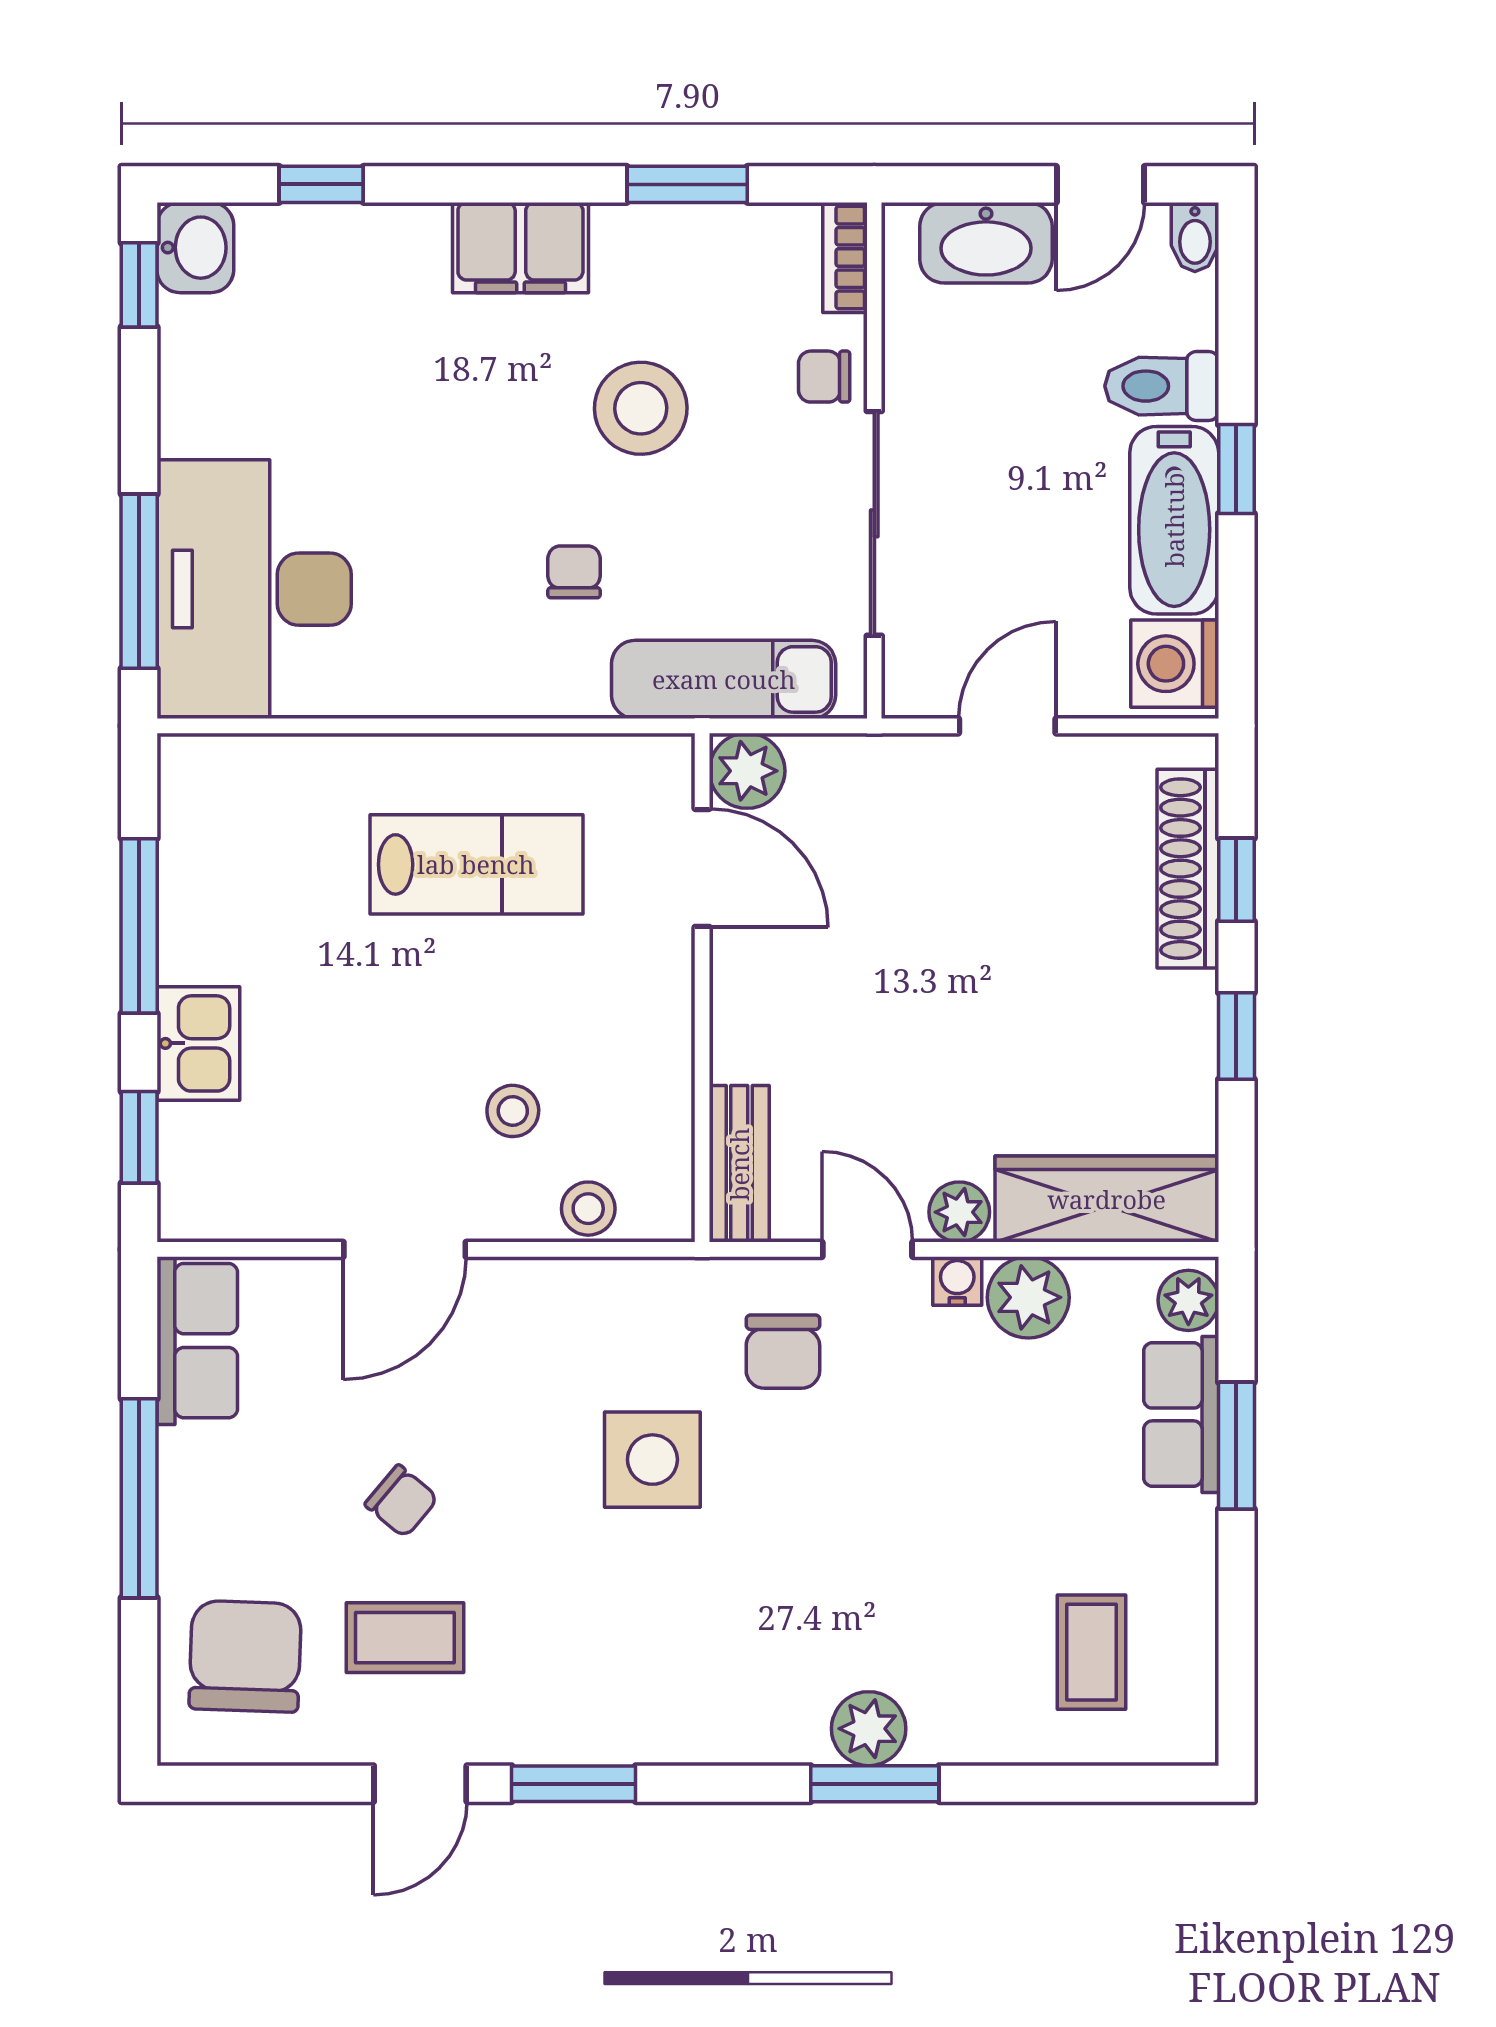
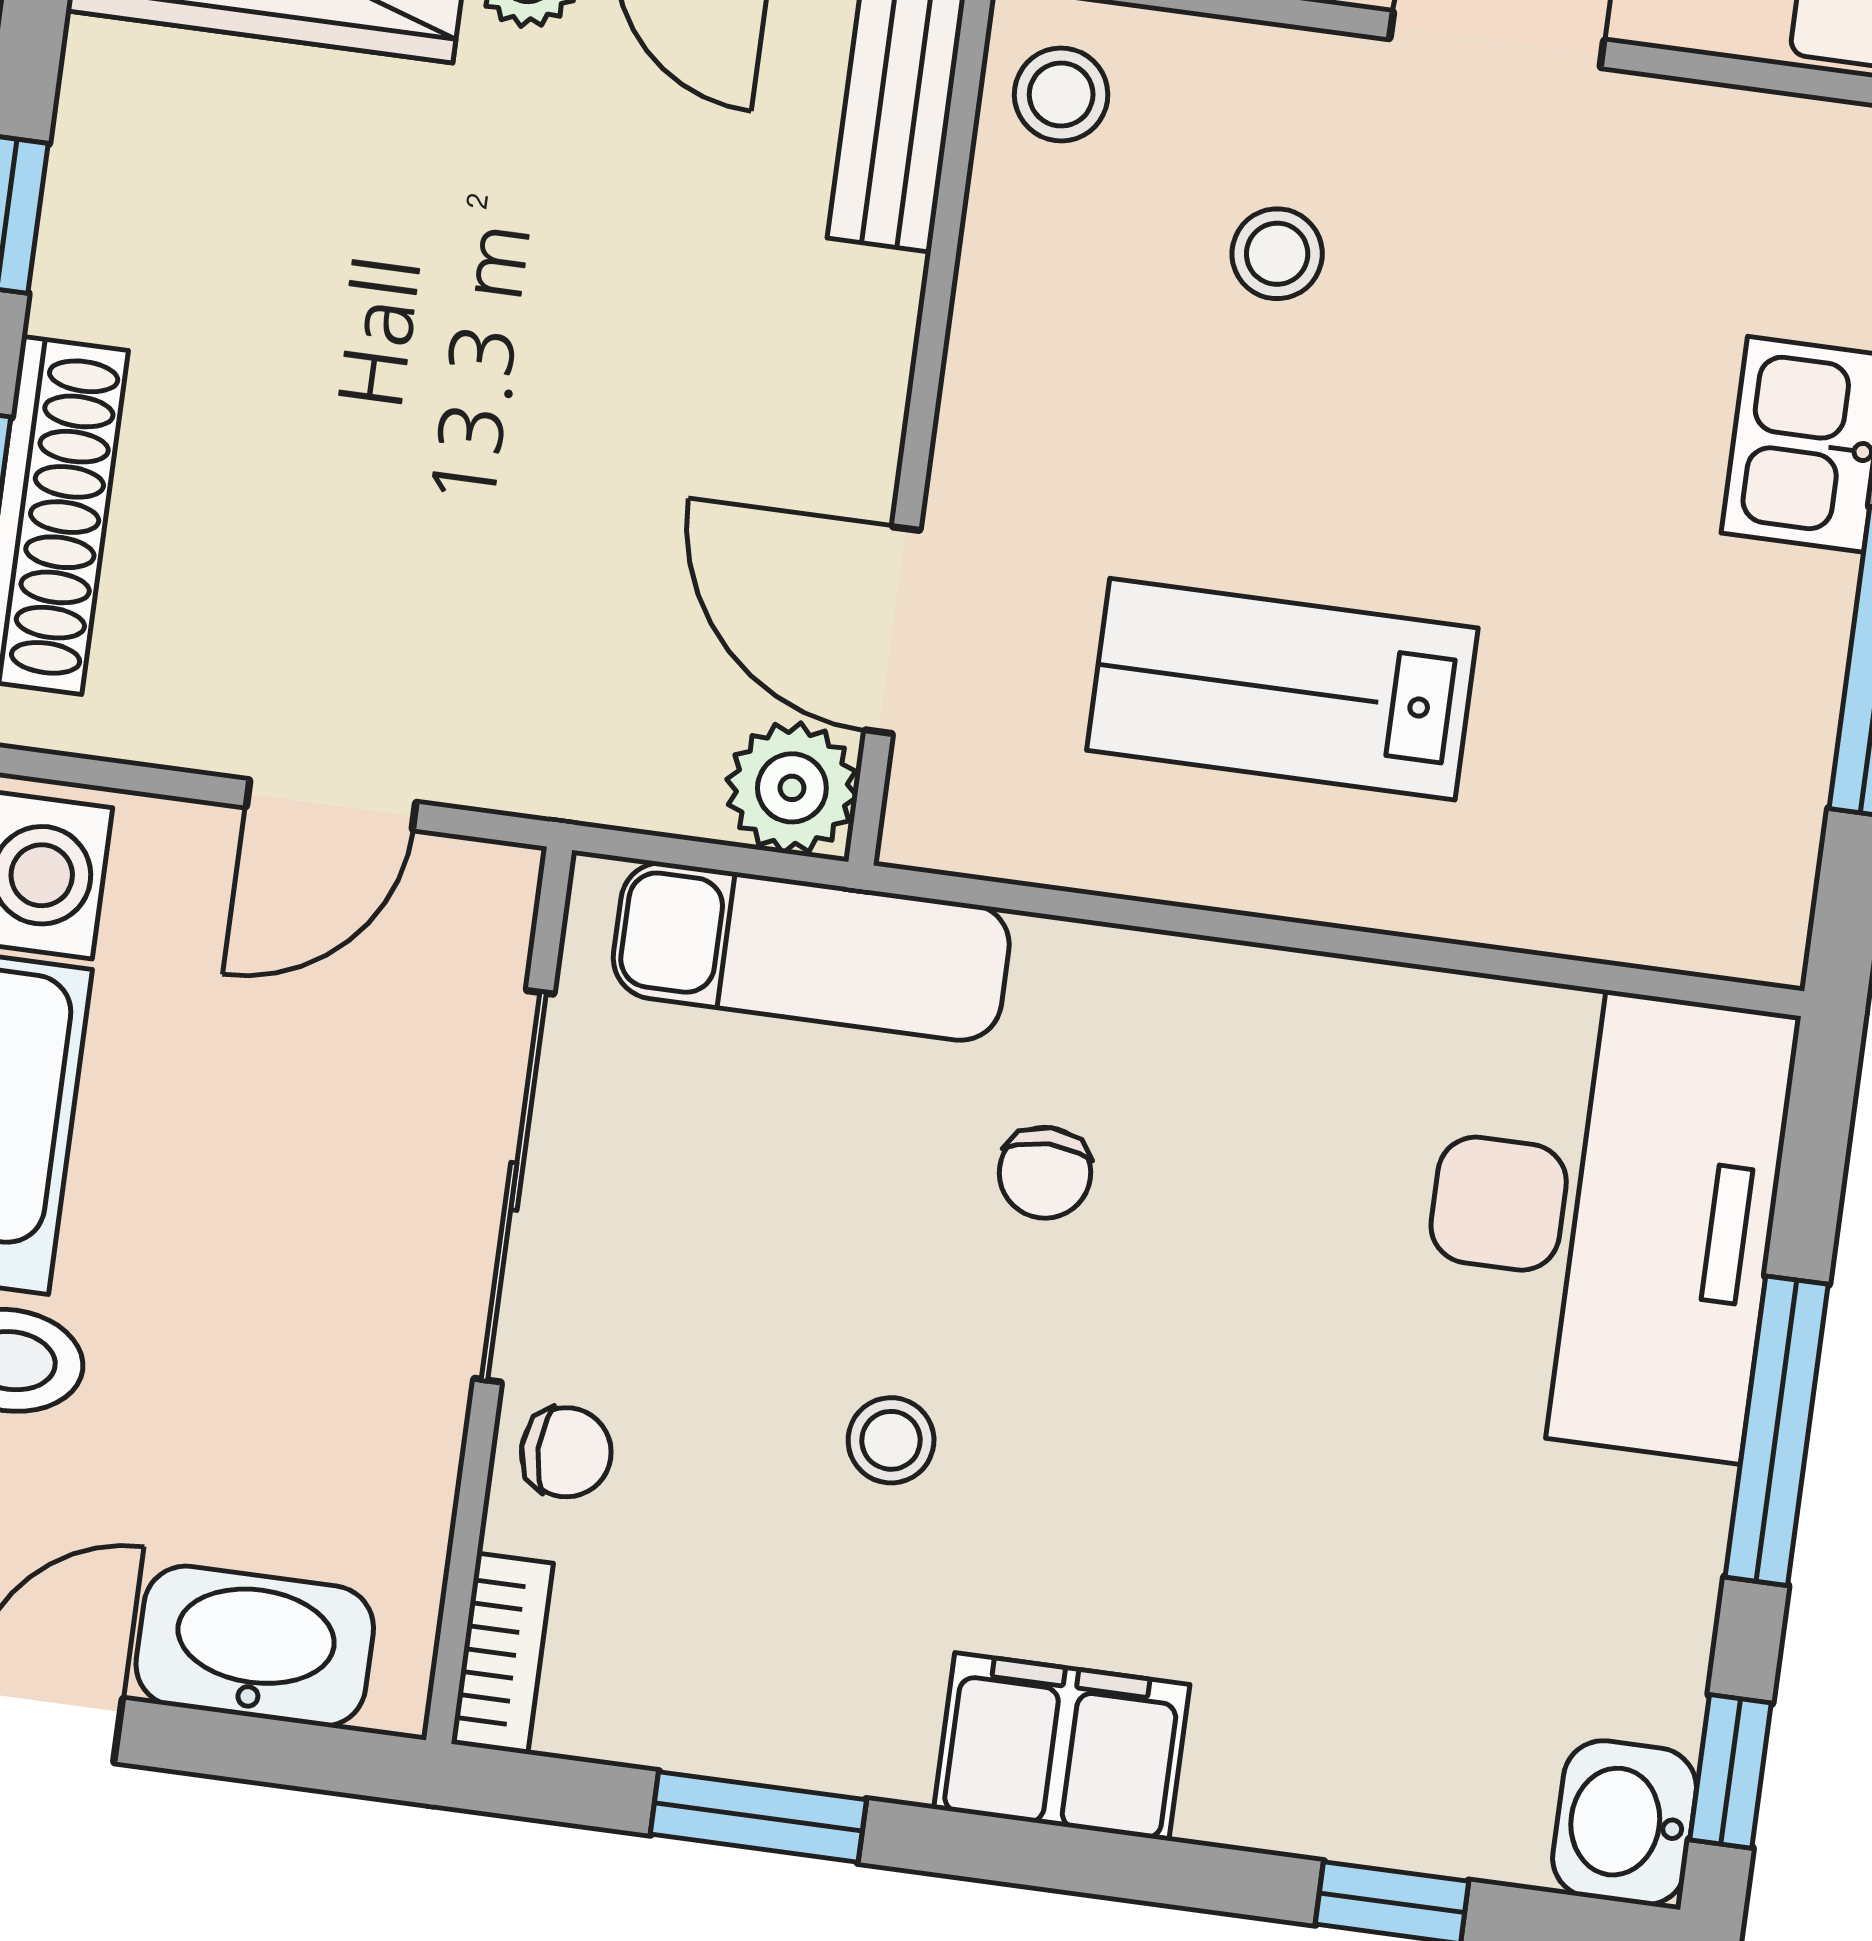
stool: (641, 408) -> (891, 1440), width x0.53, depth x0.53
window: (139, 581) -> (1777, 1431), moved
stool: (588, 1209) -> (1061, 95), moved

